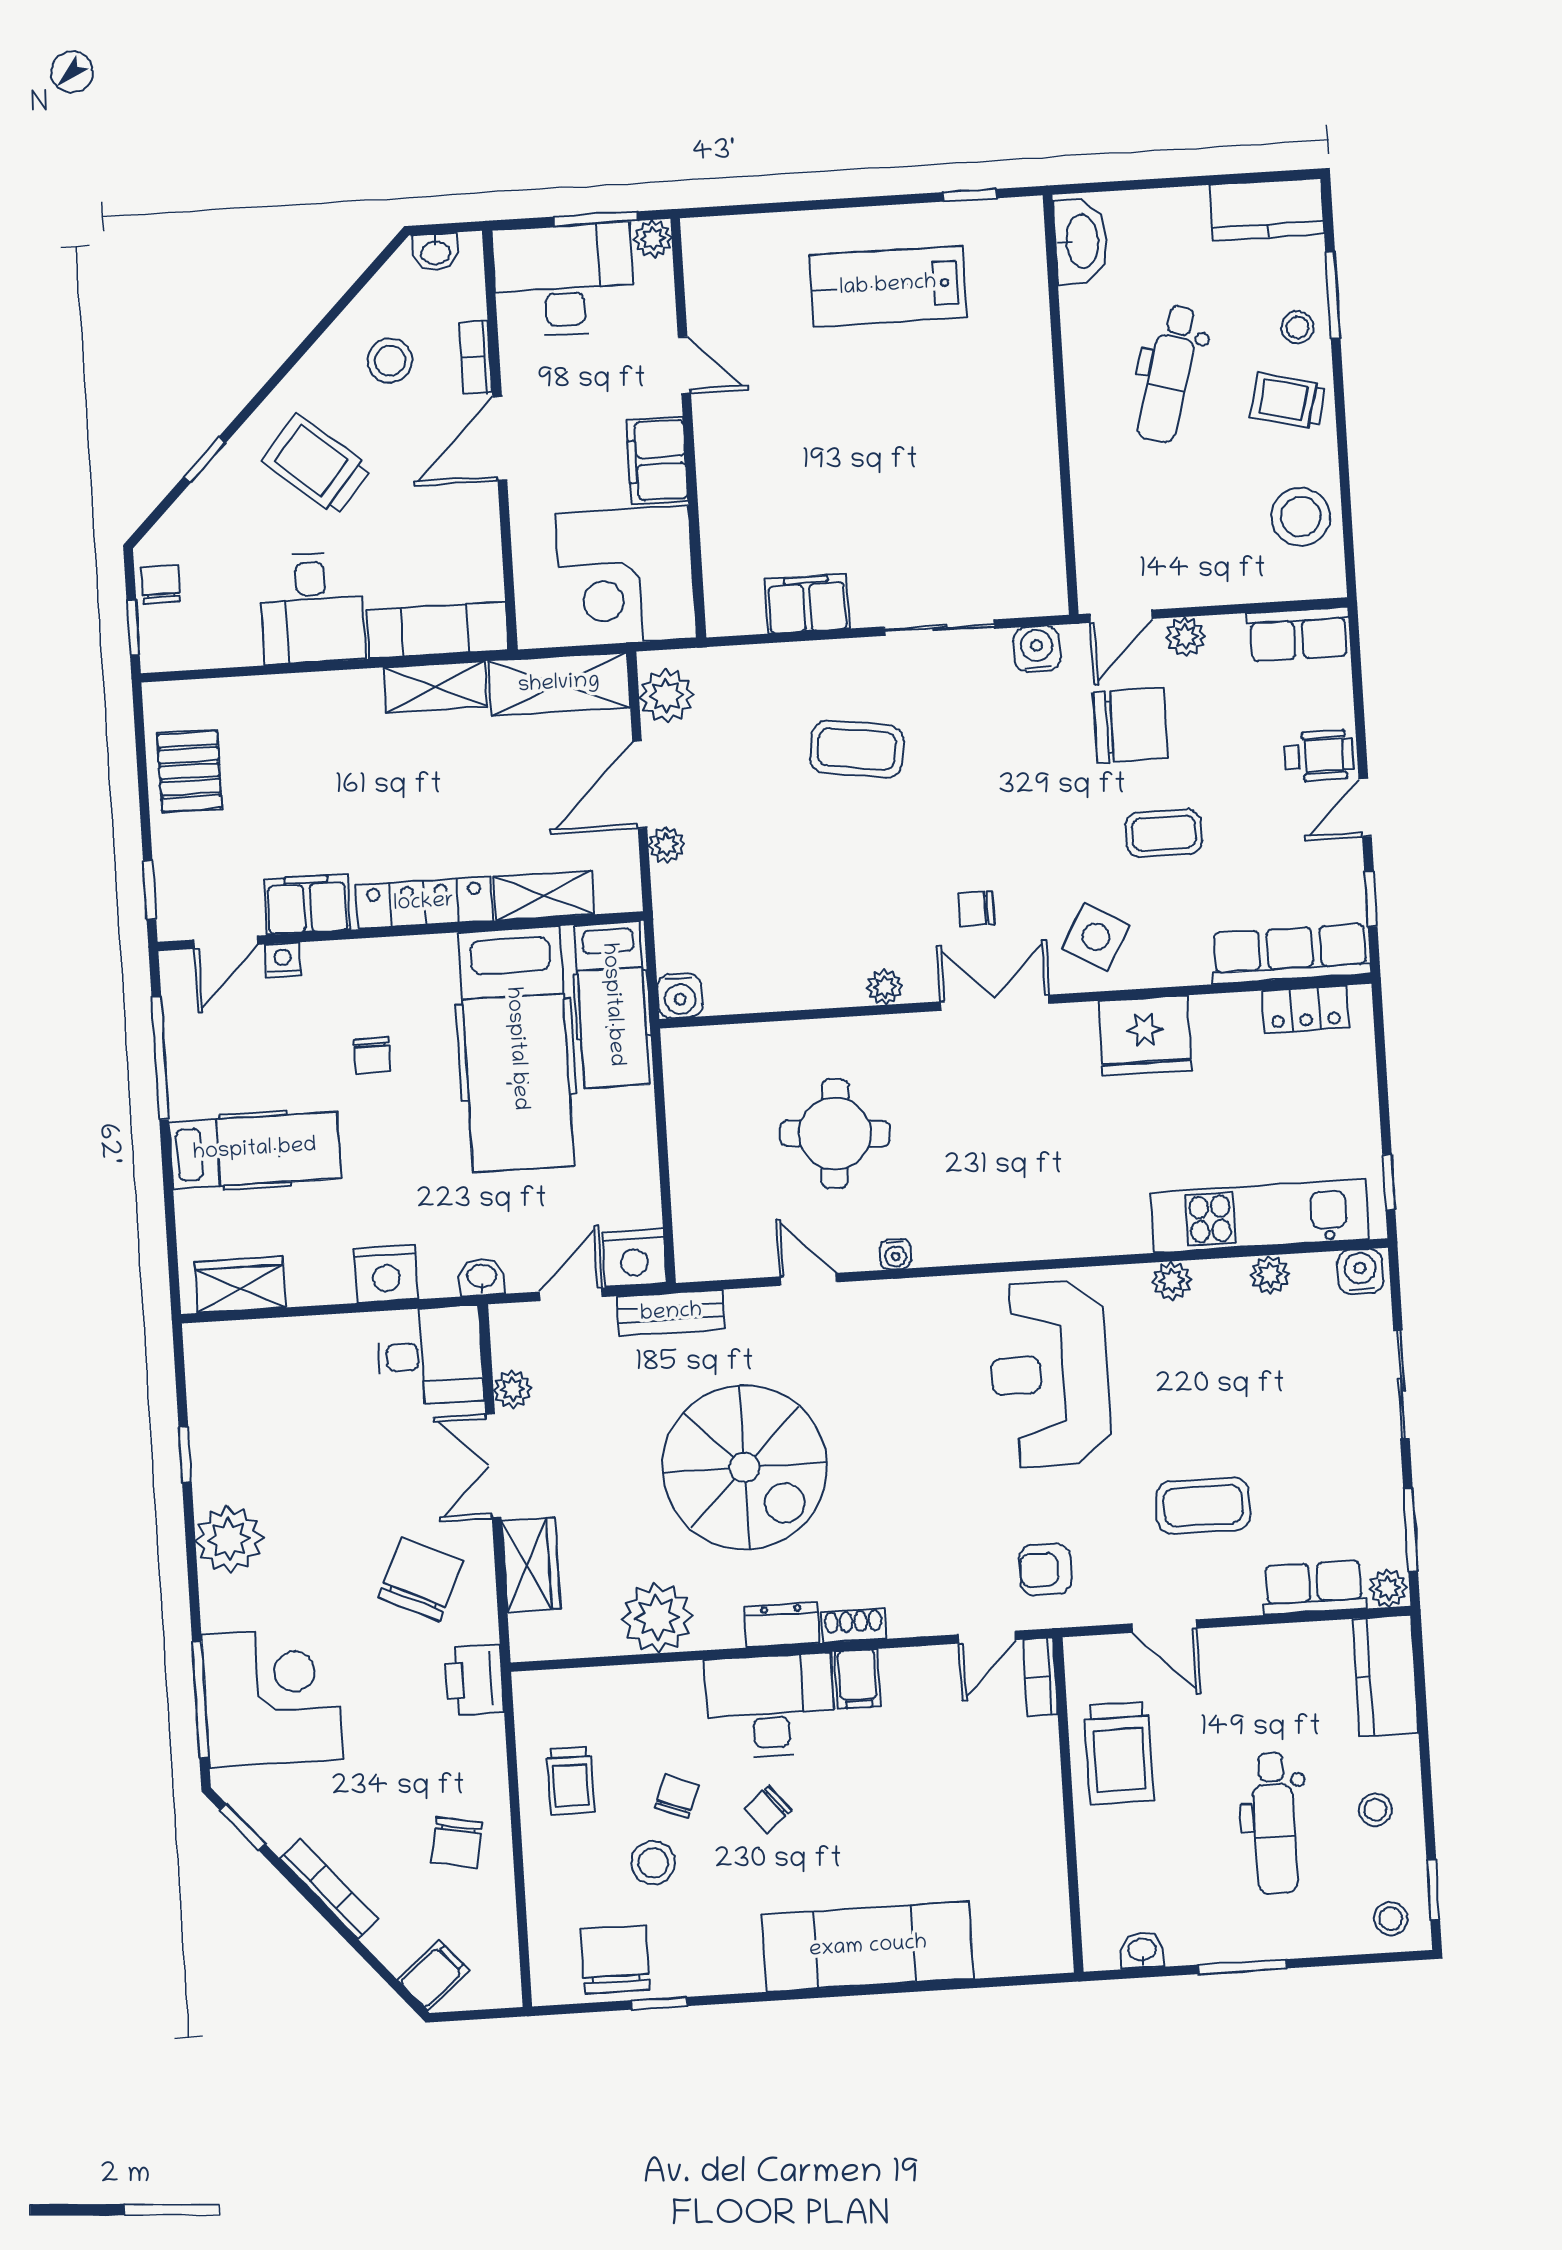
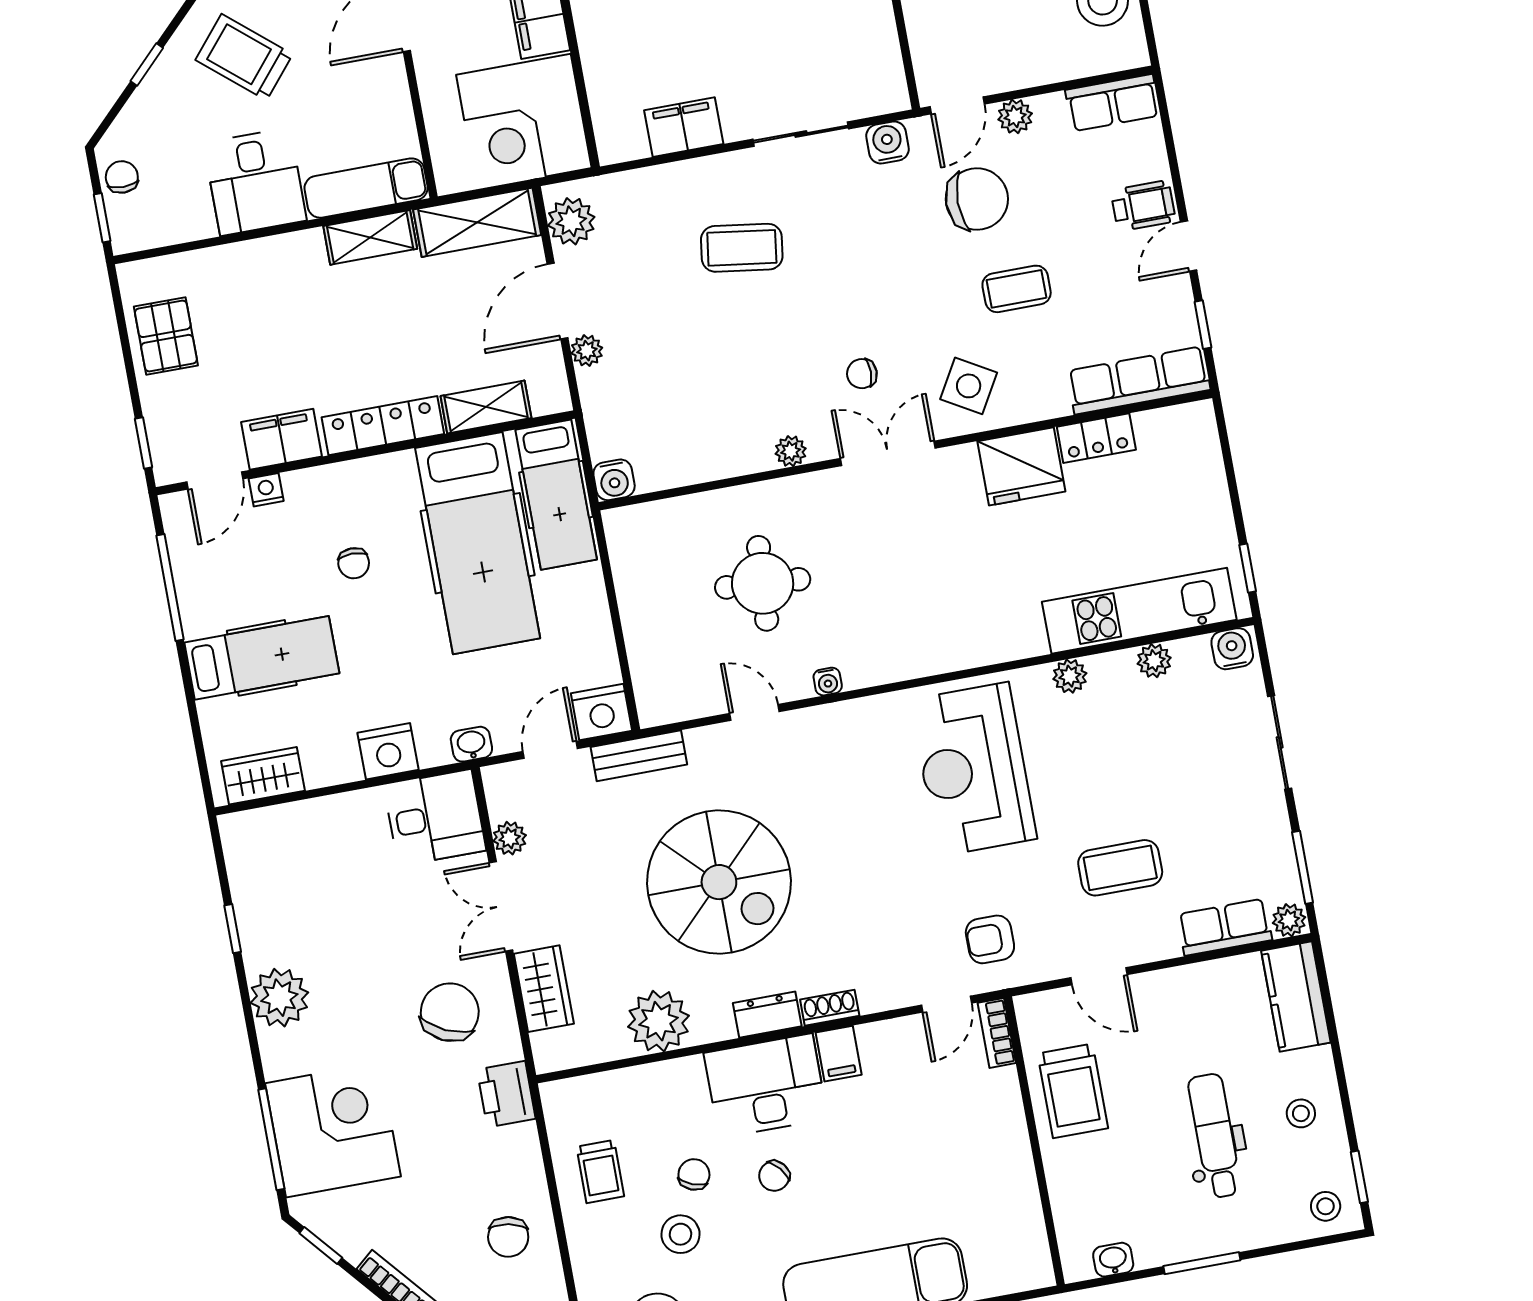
locker: (1305, 1009) -> (1096, 438), moved
dental chair: (1274, 1823) -> (1215, 1136), turned 180

